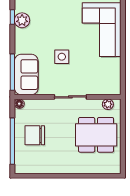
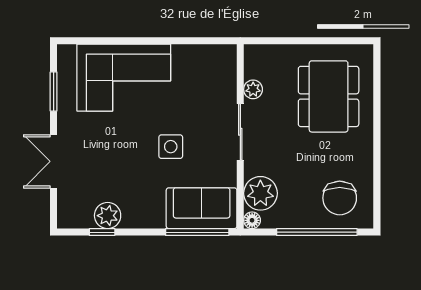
plant: (108, 104) -> (253, 89), moved
plant: (35, 109) -> (260, 193), added
chair: (35, 135) -> (340, 198), moved
dining table: (96, 135) -> (329, 96), moved

